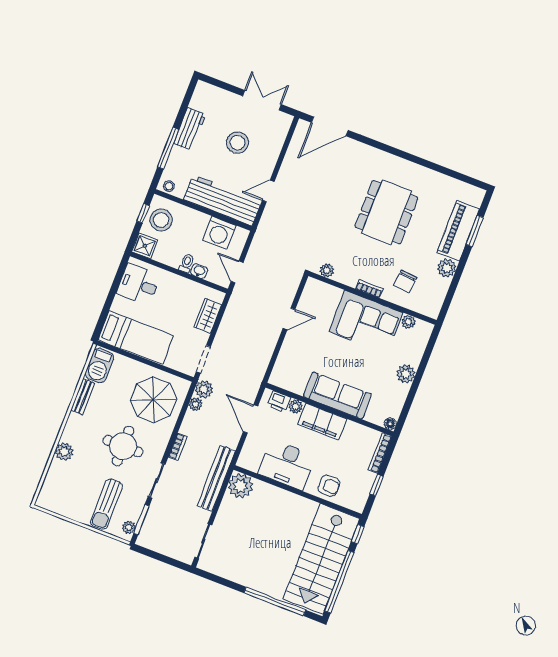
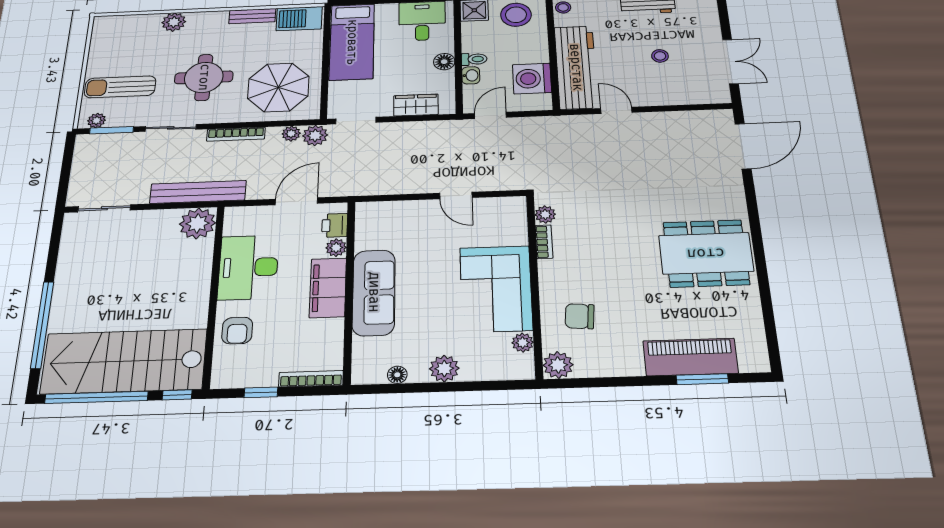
door: (330, 126) -> (743, 146), swing flipped
stool: (237, 143) -> (660, 56), width x0.53, depth x0.53
dining table: (386, 212) -> (706, 253), moved
plant: (447, 268) -> (558, 365), moved
floor lamp: (180, 284) -> (444, 62), added
bookcase: (369, 289) -> (544, 242), moved
floor lamp: (390, 424) -> (397, 375), moved
bookcase: (178, 447) -> (236, 134), width x1.56

